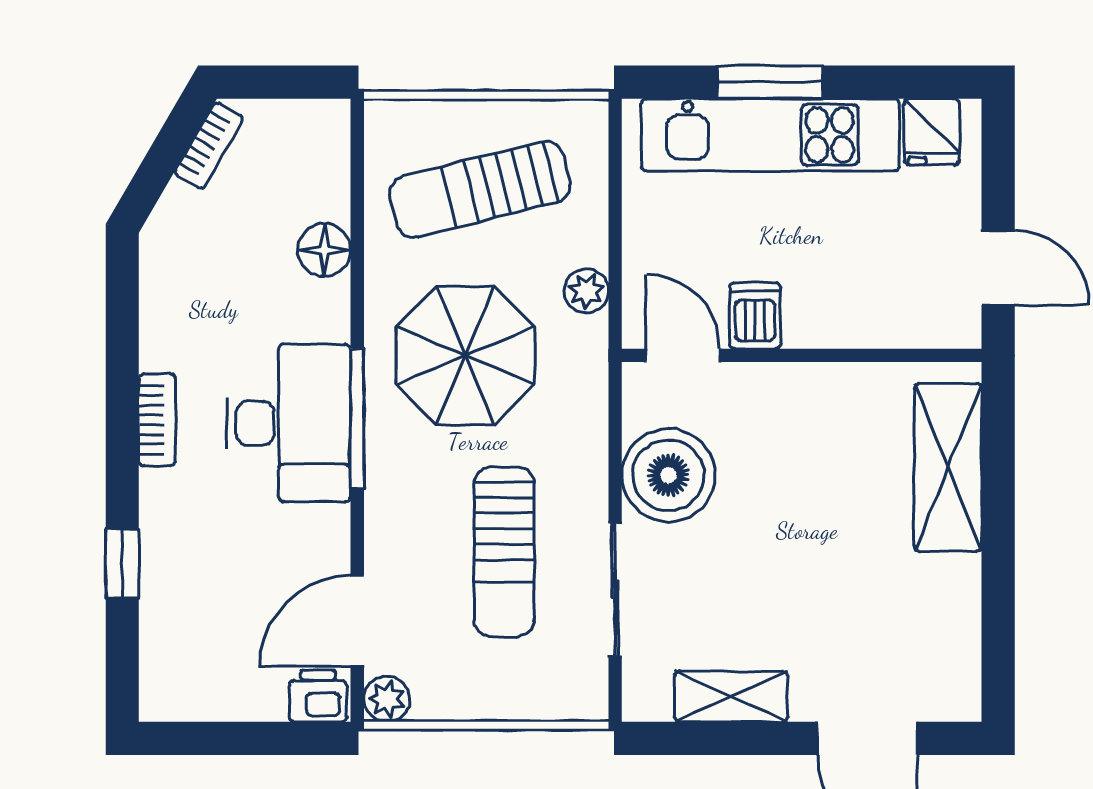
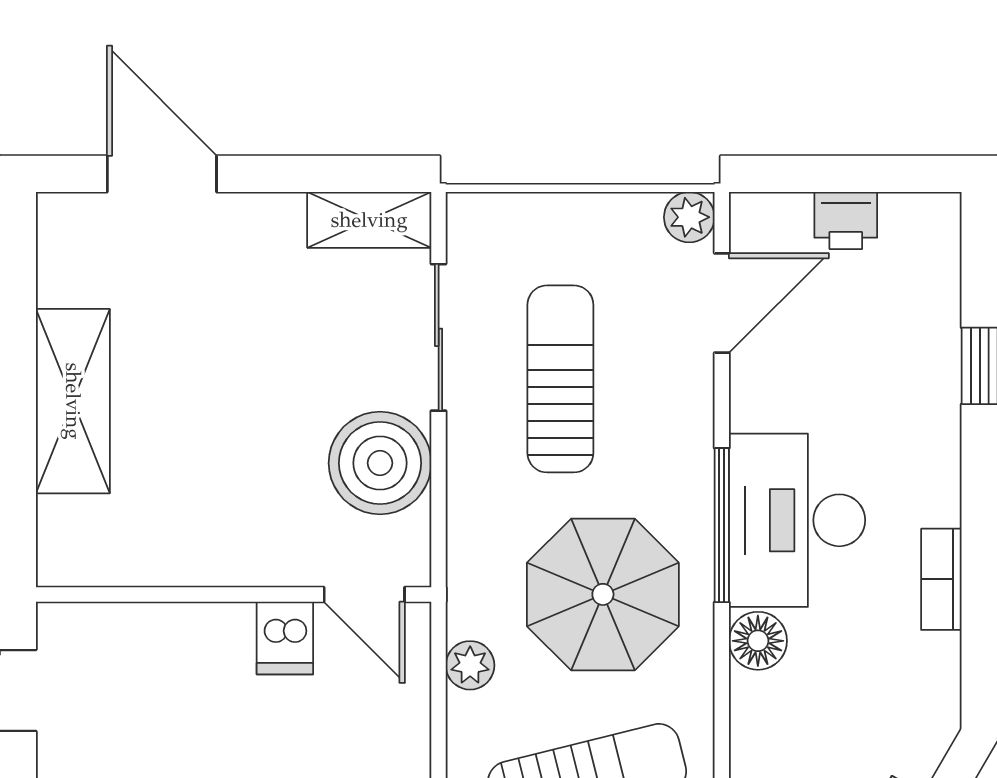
floor lamp: (324, 250) -> (758, 641), moved
bookcase: (157, 420) -> (941, 579), moved
shelving: (948, 467) -> (73, 401), moved
printer: (318, 696) -> (846, 221), moved
shelving: (731, 697) -> (369, 220), moved

